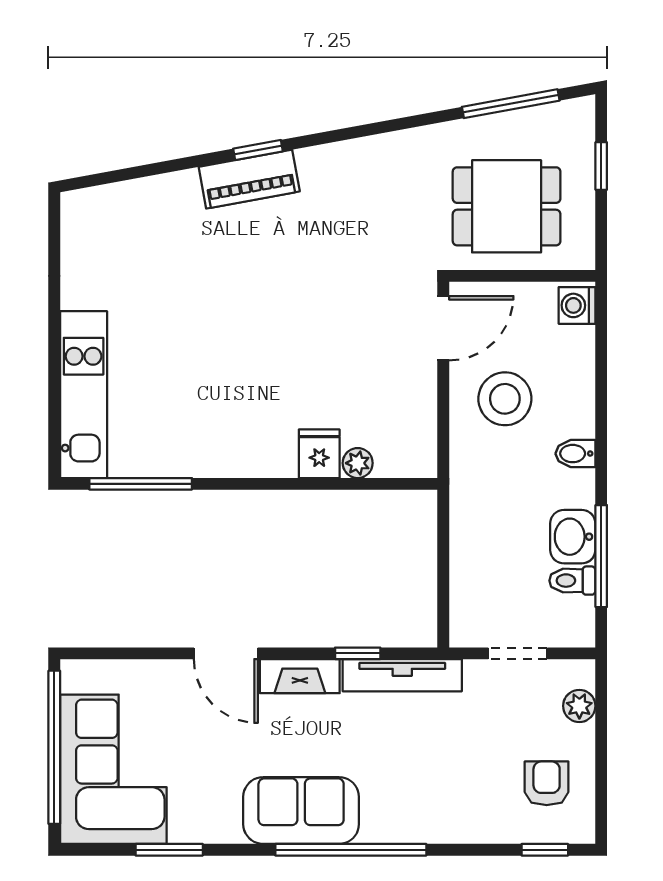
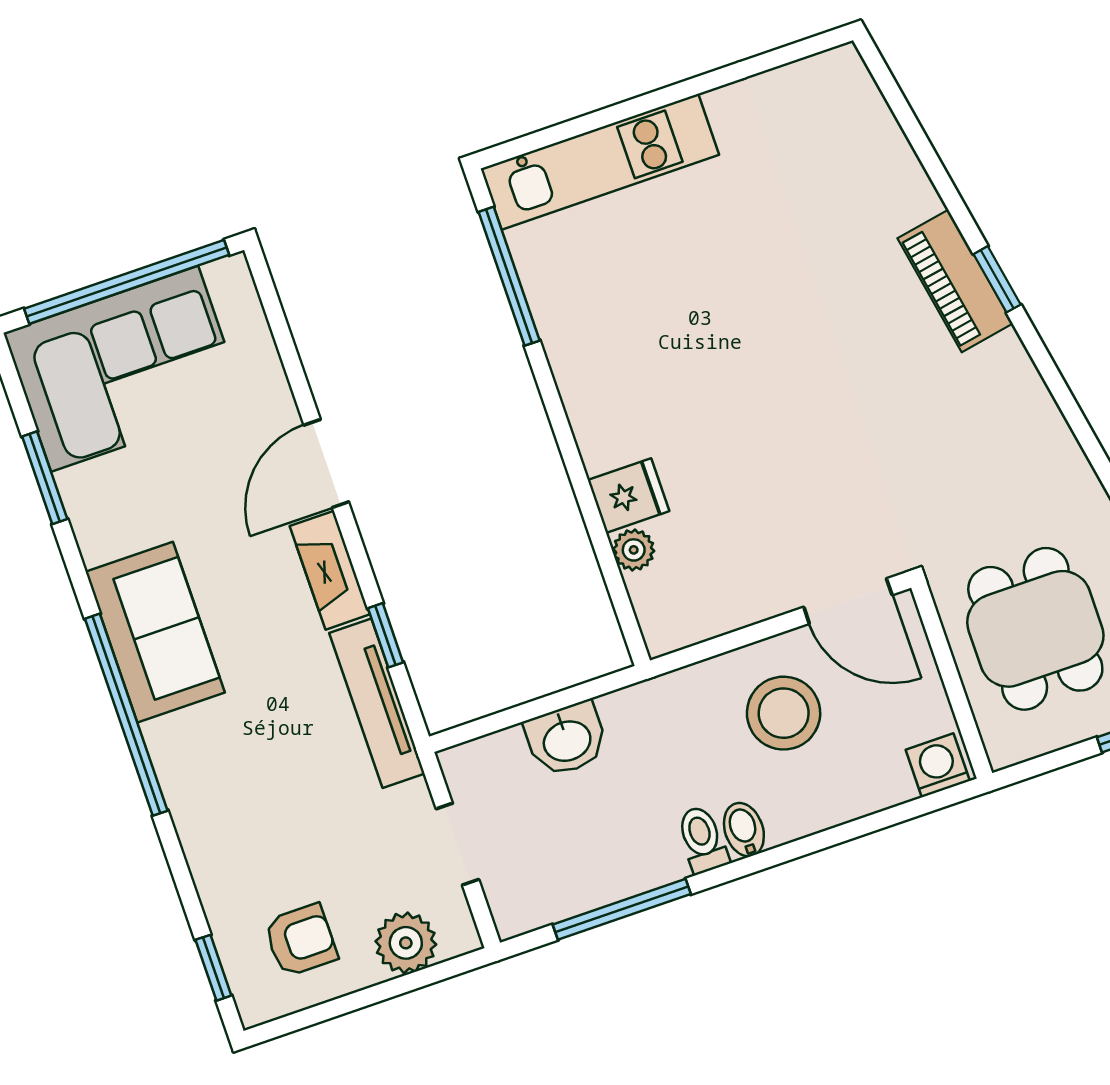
washbasin: (573, 537) -> (567, 739), moved, turned 180
toilet: (572, 581) -> (702, 840), moved
plant: (579, 706) -> (406, 943), width x1.38, depth x1.38

